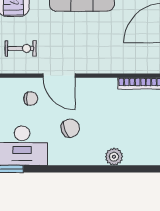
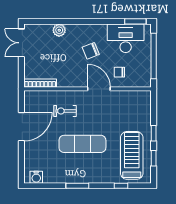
exercise bike: (21, 48) -> (65, 111), moved

